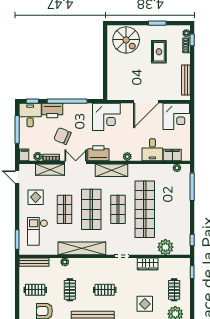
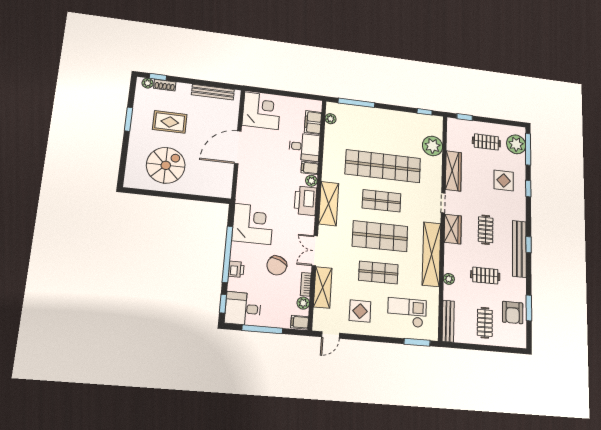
spiral stairs: (126, 40) -> (166, 165), moved
door: (146, 102) -> (238, 147), swing flipped
printer: (52, 110) -> (236, 269), width x0.53, depth x0.68
corner desk: (106, 117) -> (253, 224), moved
printer: (98, 153) -> (305, 201), moved
filing cabinet: (137, 155) -> (310, 168), added
checkout: (38, 231) -> (407, 313), turned 180
wardrobe: (102, 264) -> (453, 229), added
wardrobe: (148, 264) -> (453, 171), width x1.50

